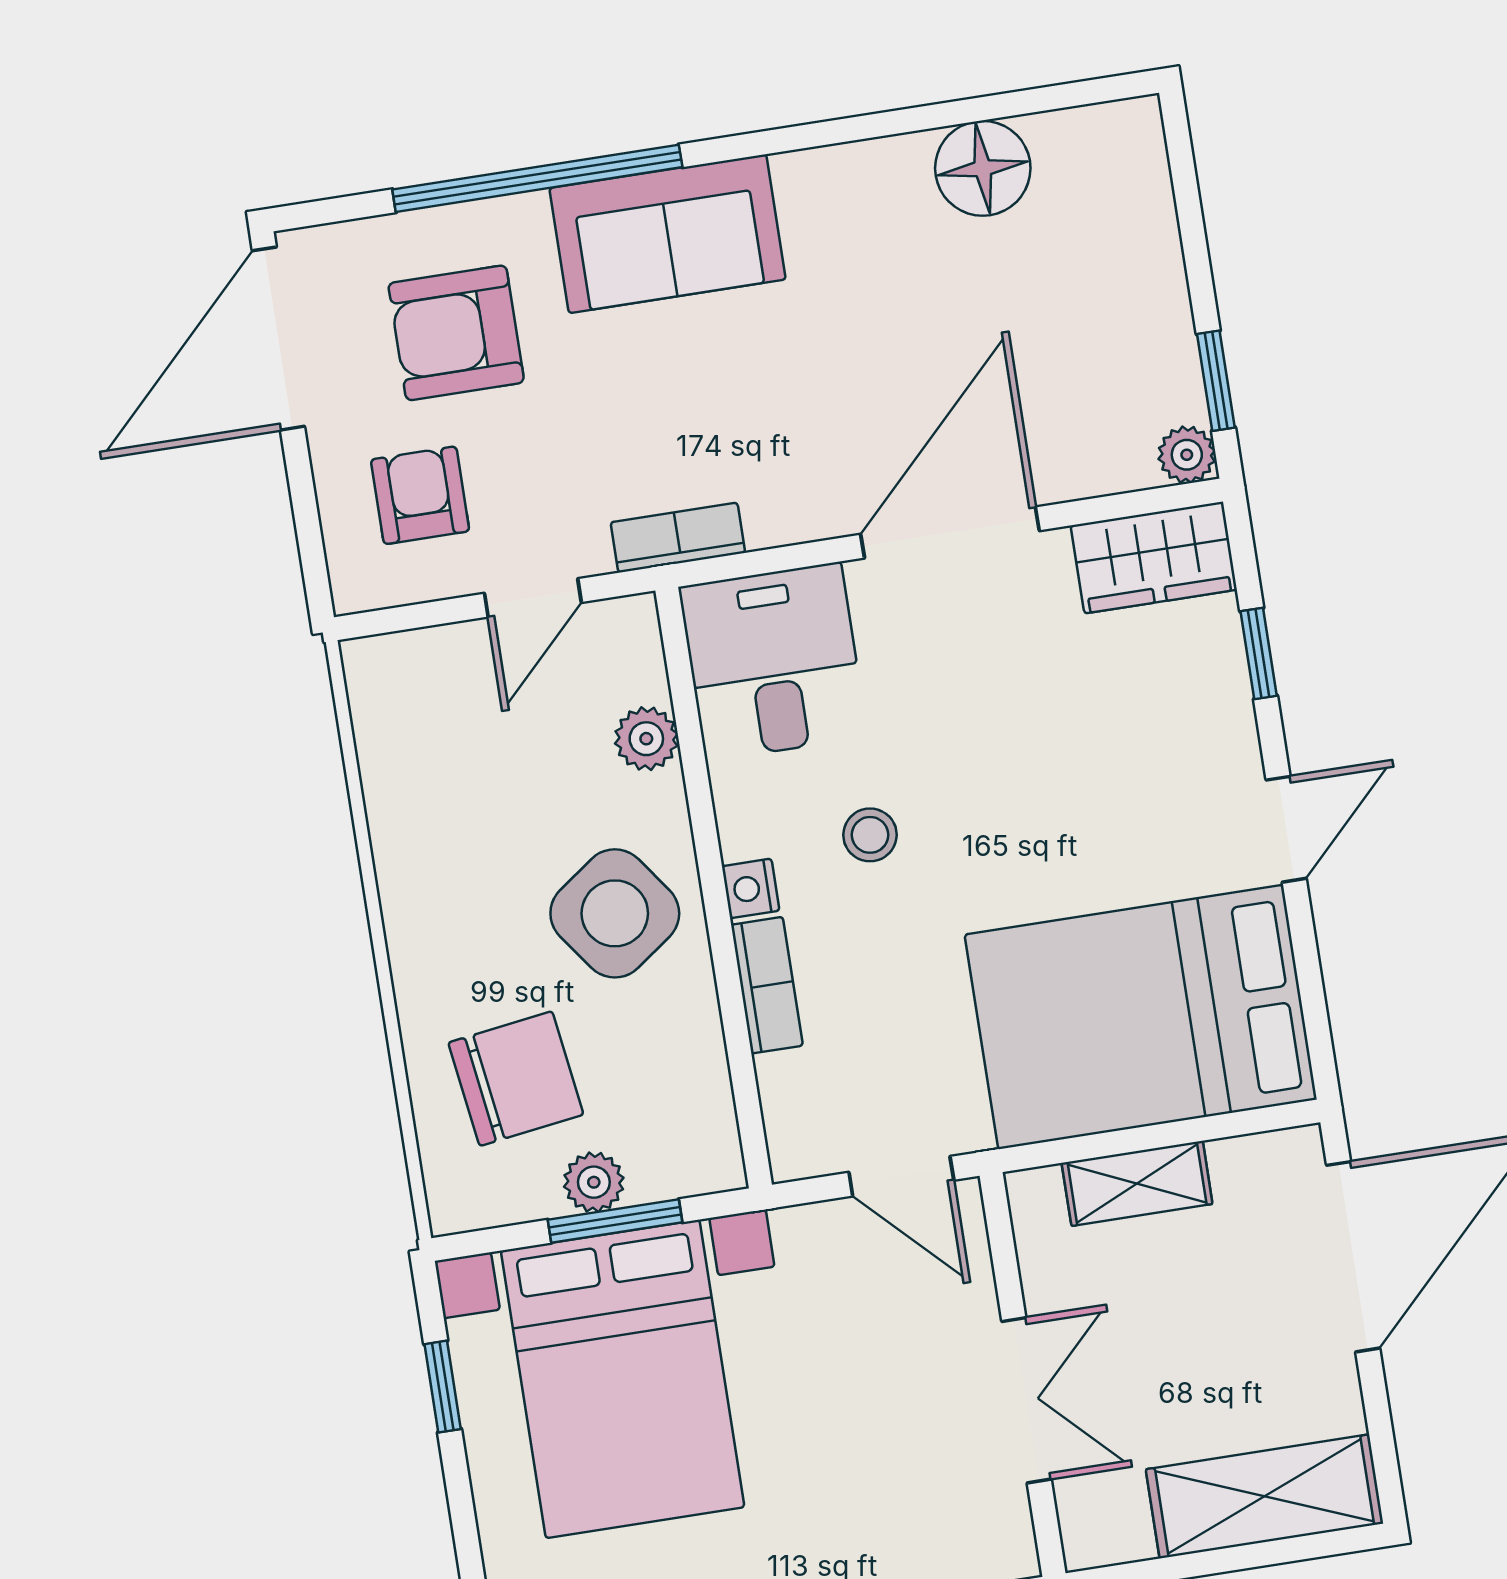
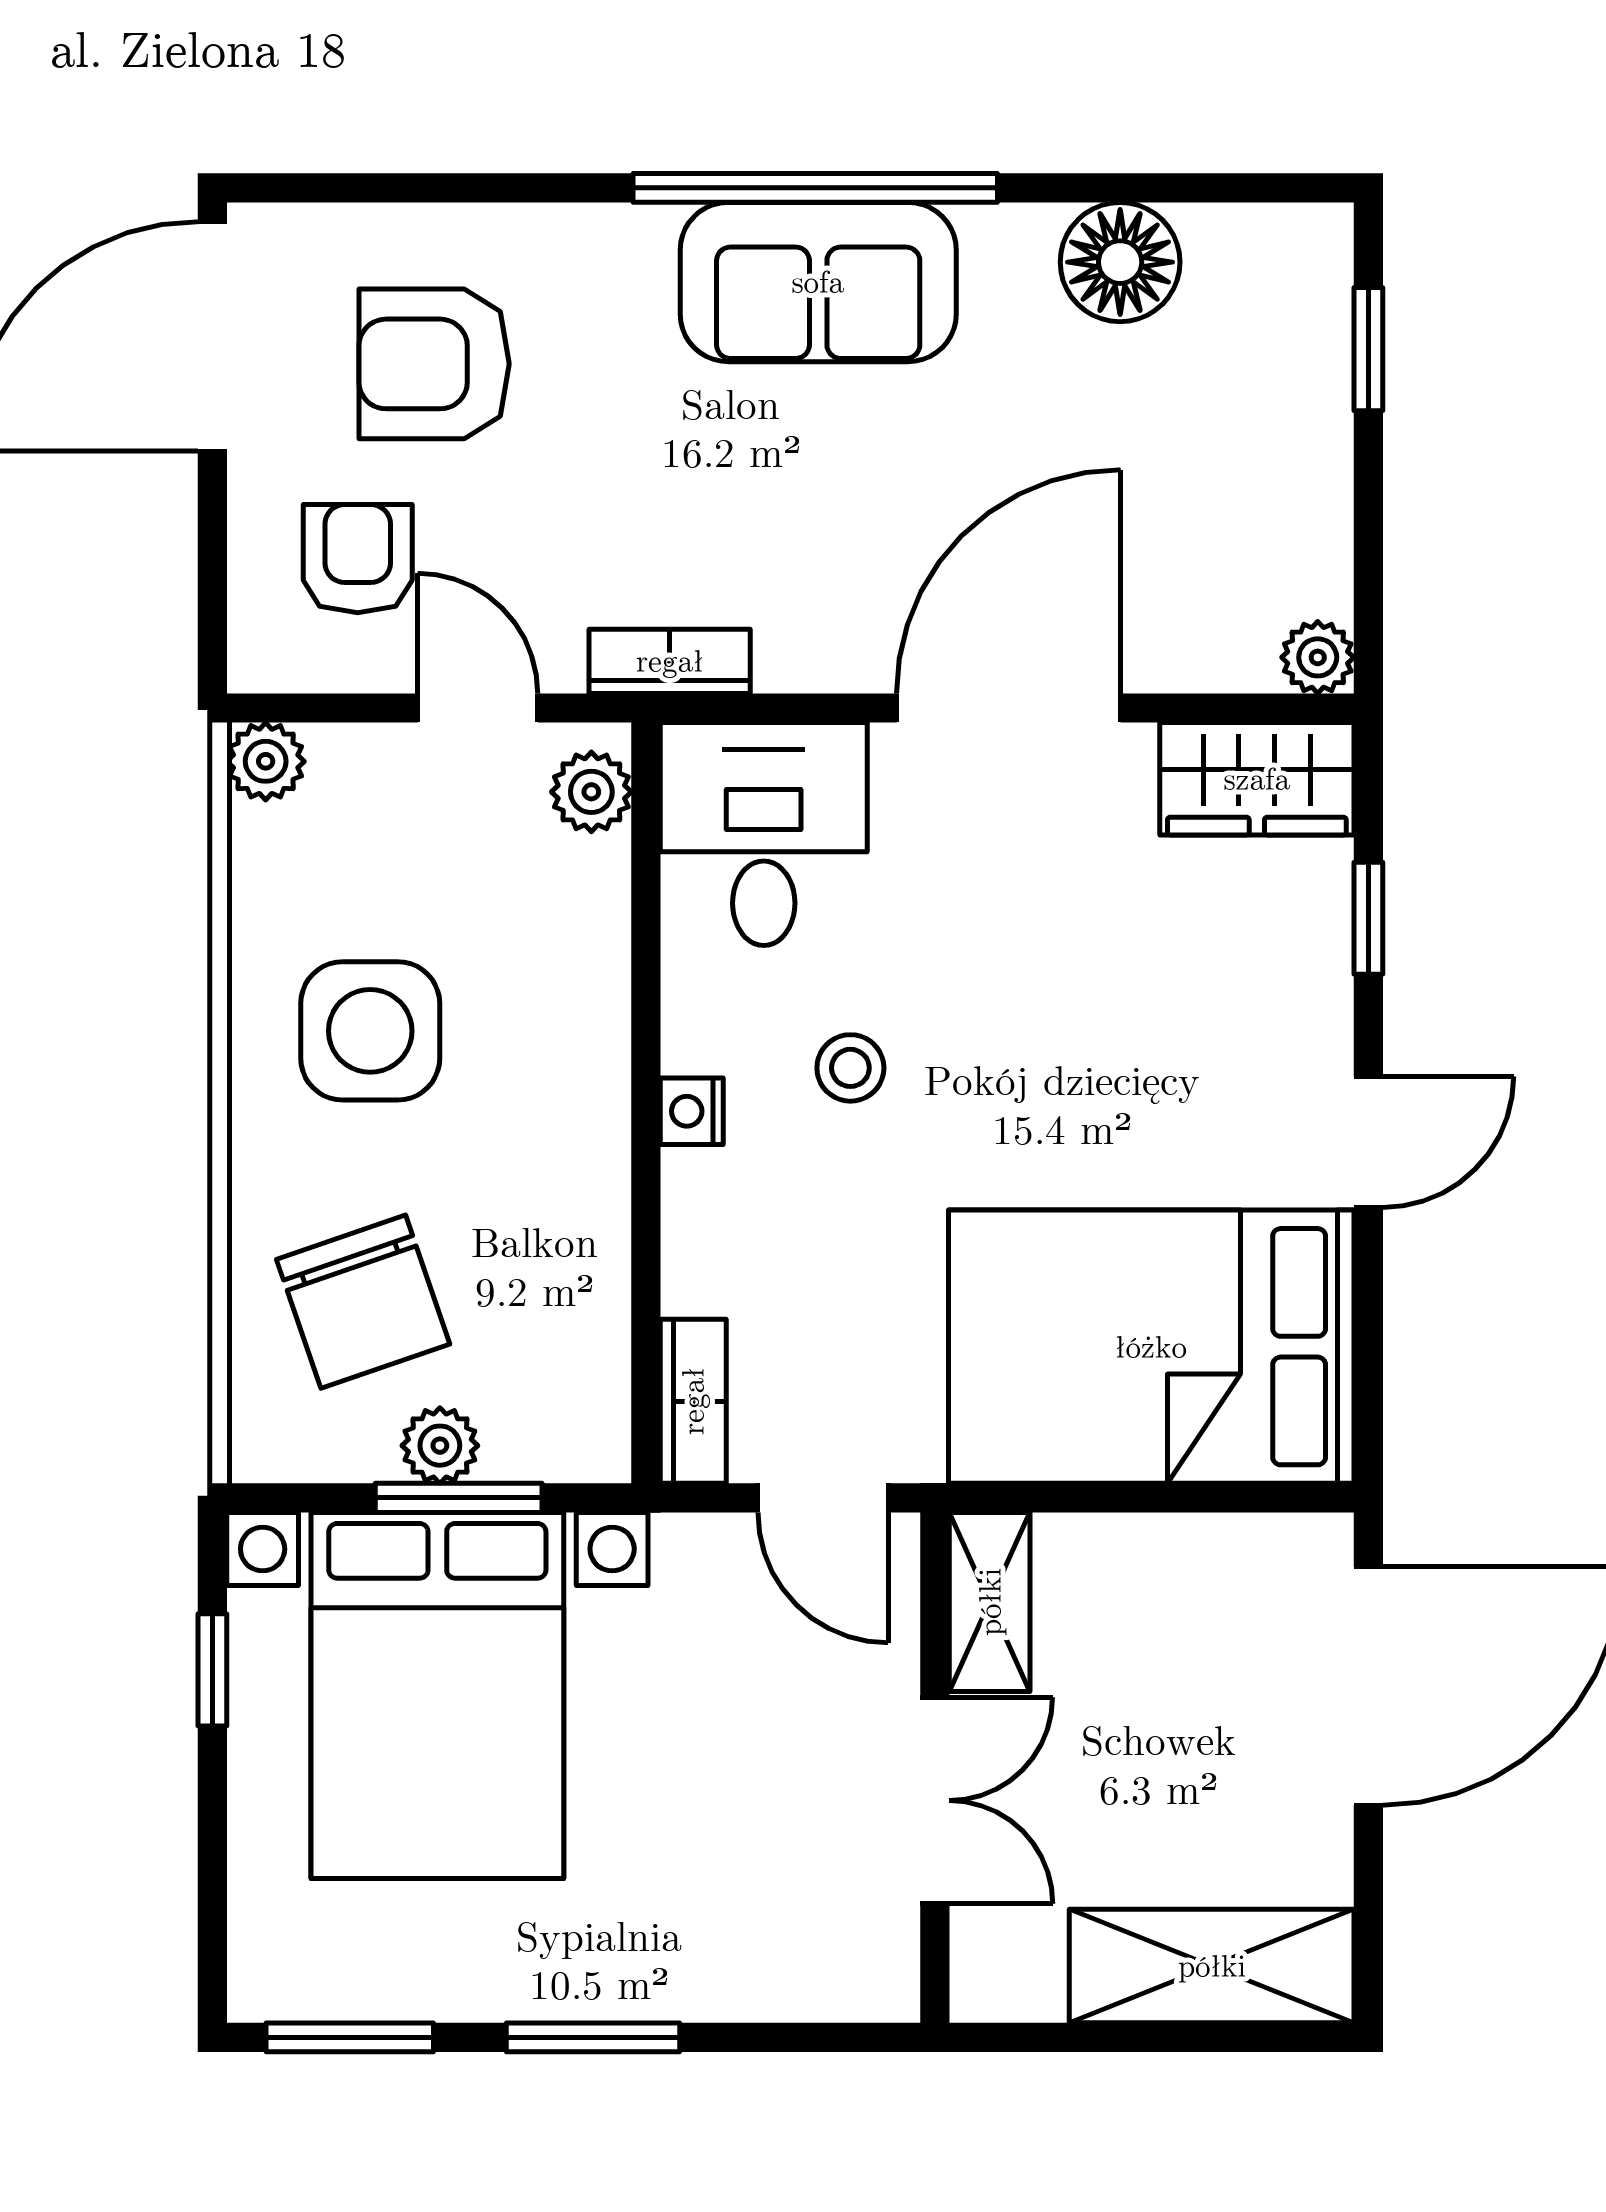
window: (537, 178) -> (815, 188), moved
sofa: (668, 234) -> (818, 282), moved
window: (1216, 381) -> (1368, 349), moved
door: (533, 598) -> (478, 708), swing flipped
plant: (373, 666) -> (266, 761), added
plant: (646, 739) -> (591, 792), moved
side table: (615, 913) -> (370, 1031), moved, turned 36
bookcase: (767, 985) -> (693, 1401), moved
chair: (516, 1079) -> (363, 1302), turned 79
shelving: (1137, 1183) -> (990, 1602), moved, turned 90

